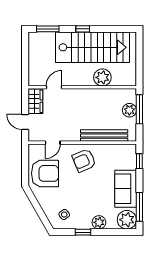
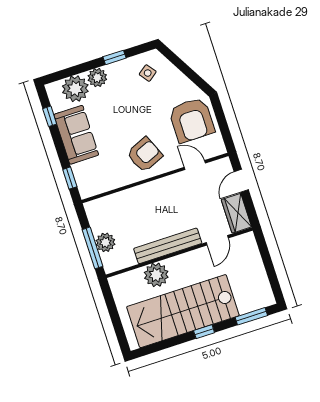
door: (25, 122) -> (241, 181), swing flipped
bench: (104, 136) -> (168, 246), moved
door: (53, 143) -> (195, 165), hinge flipped
armchair: (45, 173) -> (192, 120), turned -90
window: (139, 207) -> (50, 116), width x0.46
plant: (127, 220) -> (75, 89), moved

